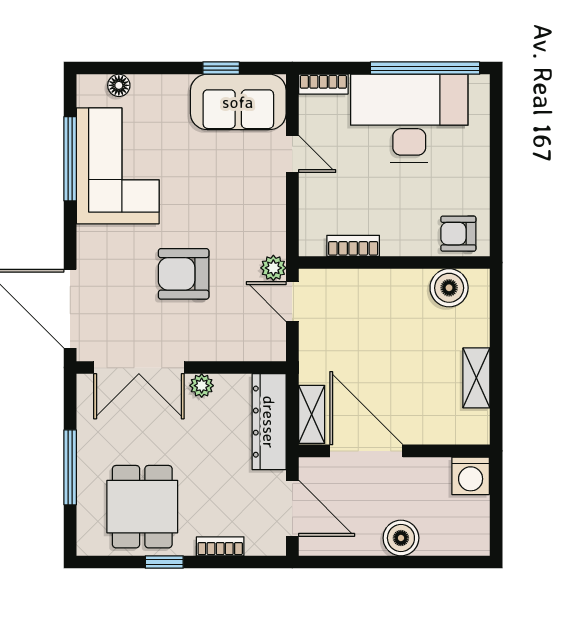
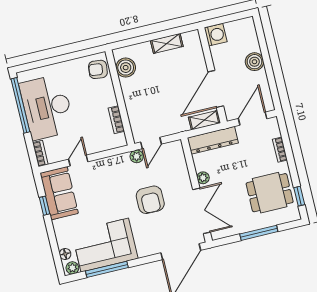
plant: (89, 93) -> (72, 268), added
armchair: (458, 234) -> (98, 69), turned 97
window: (164, 562) -> (299, 196), moved

